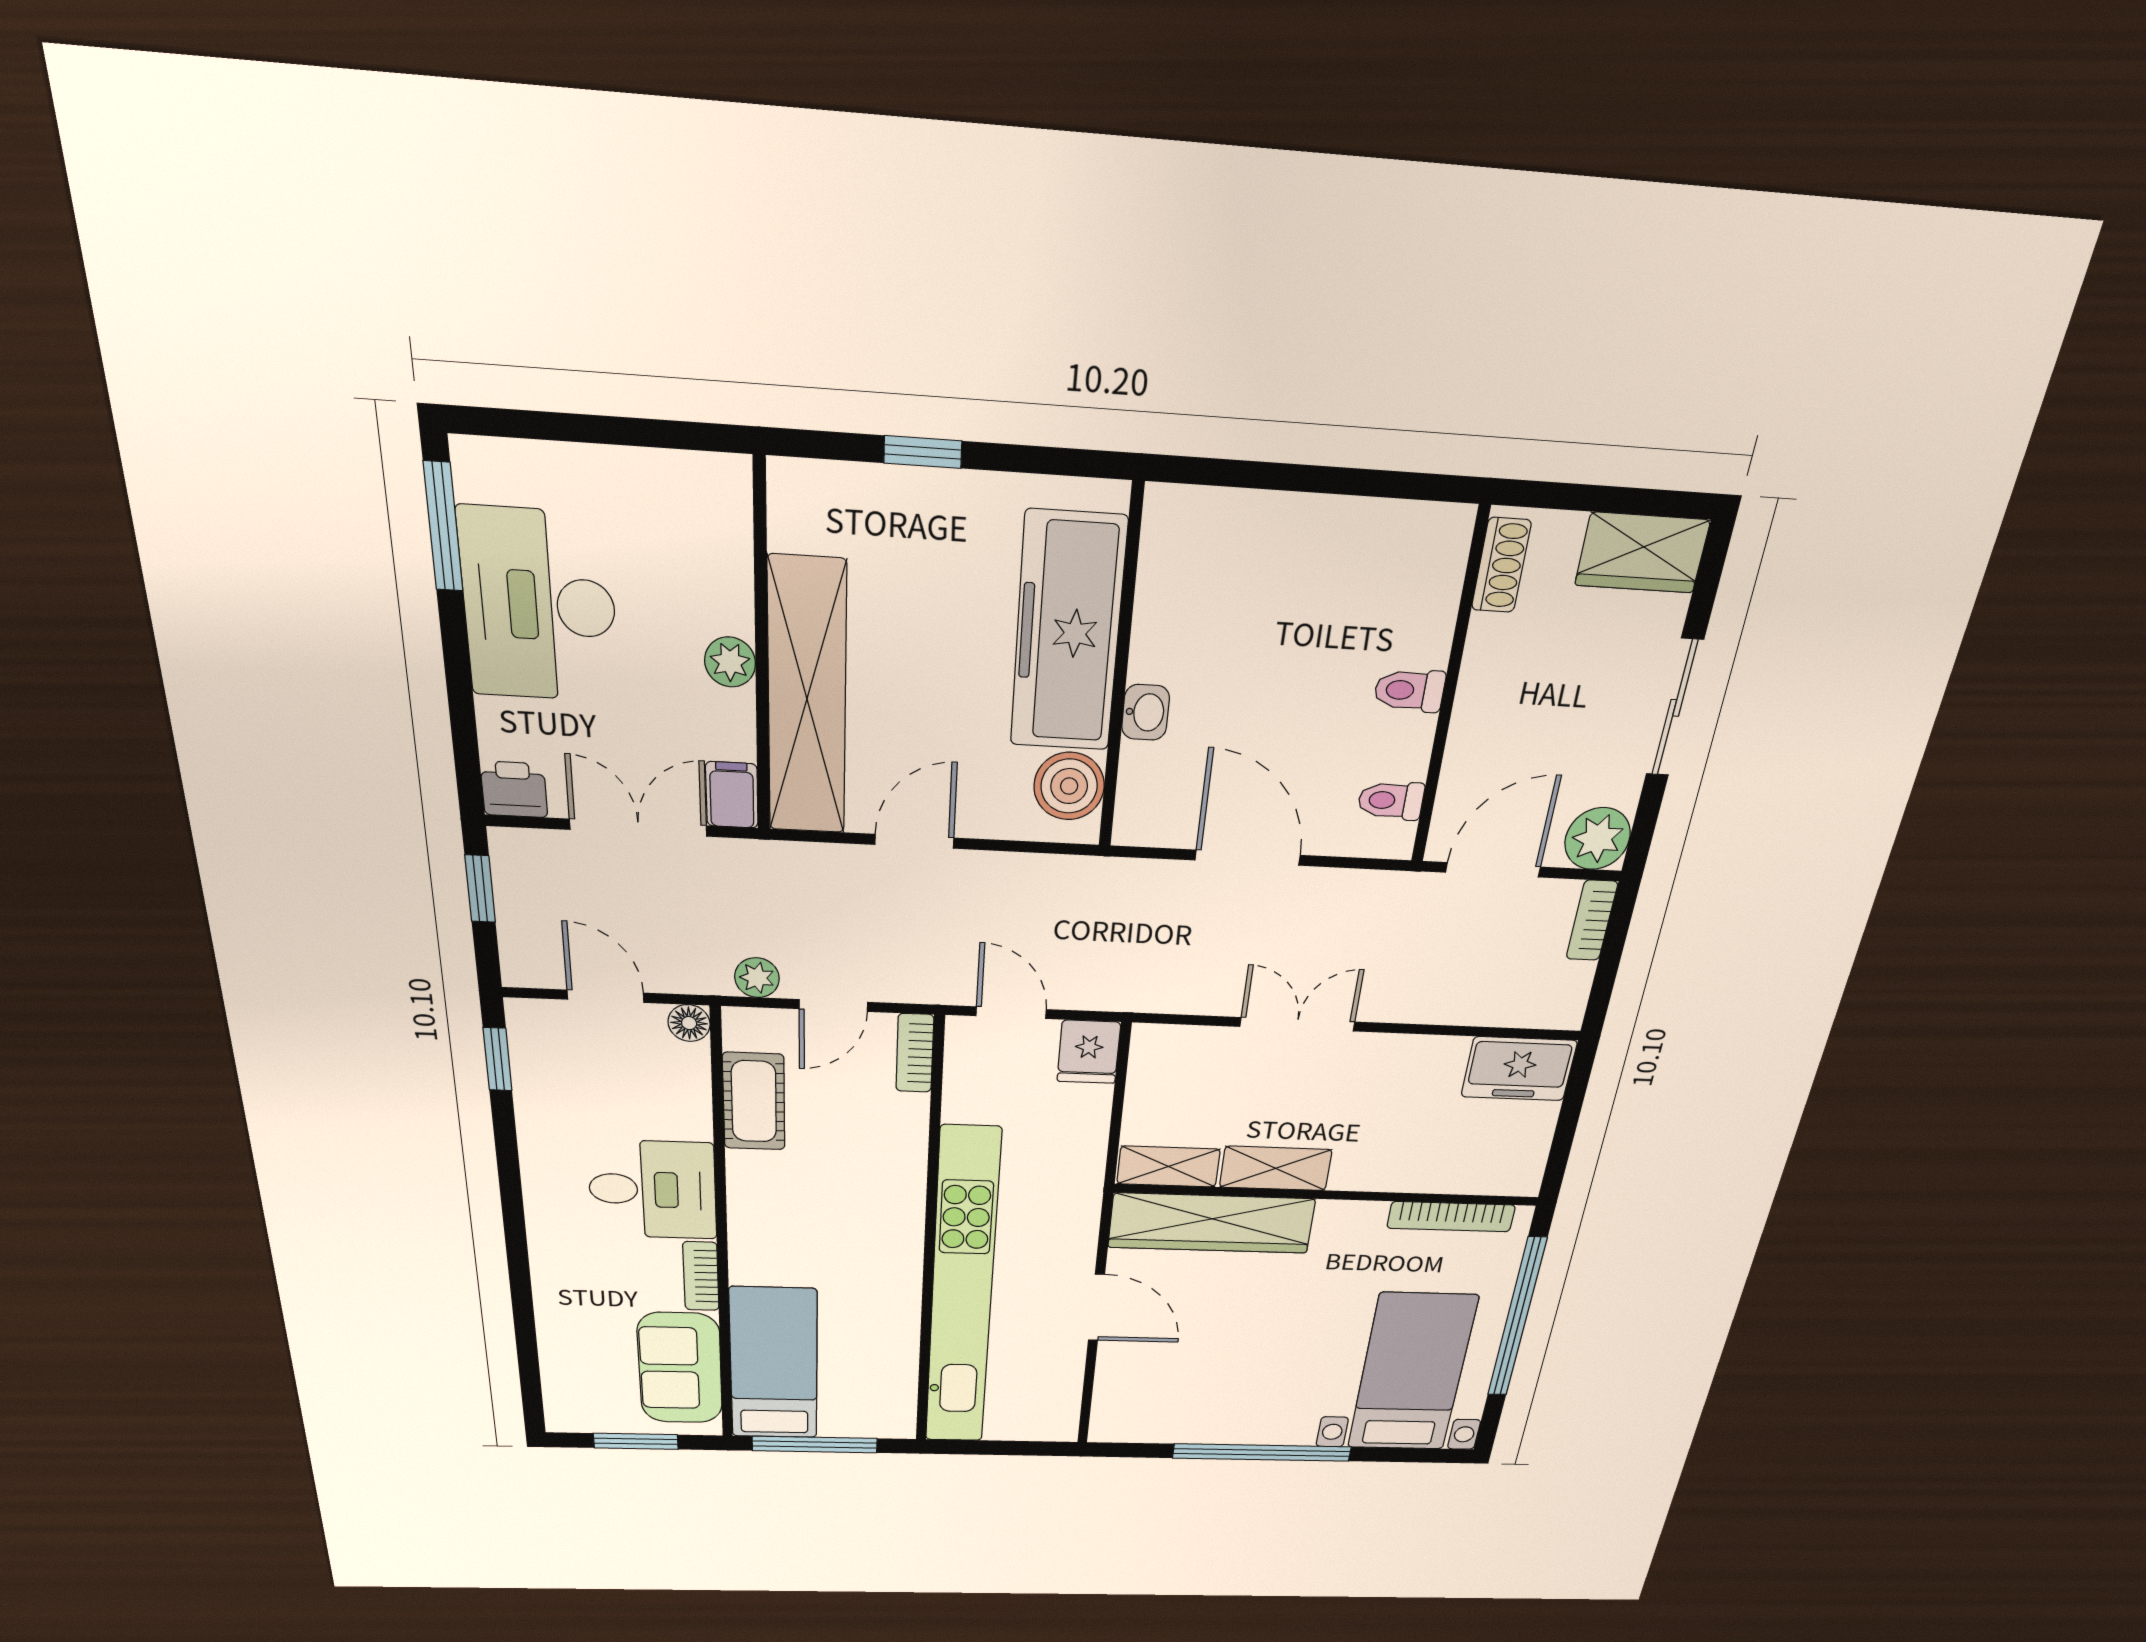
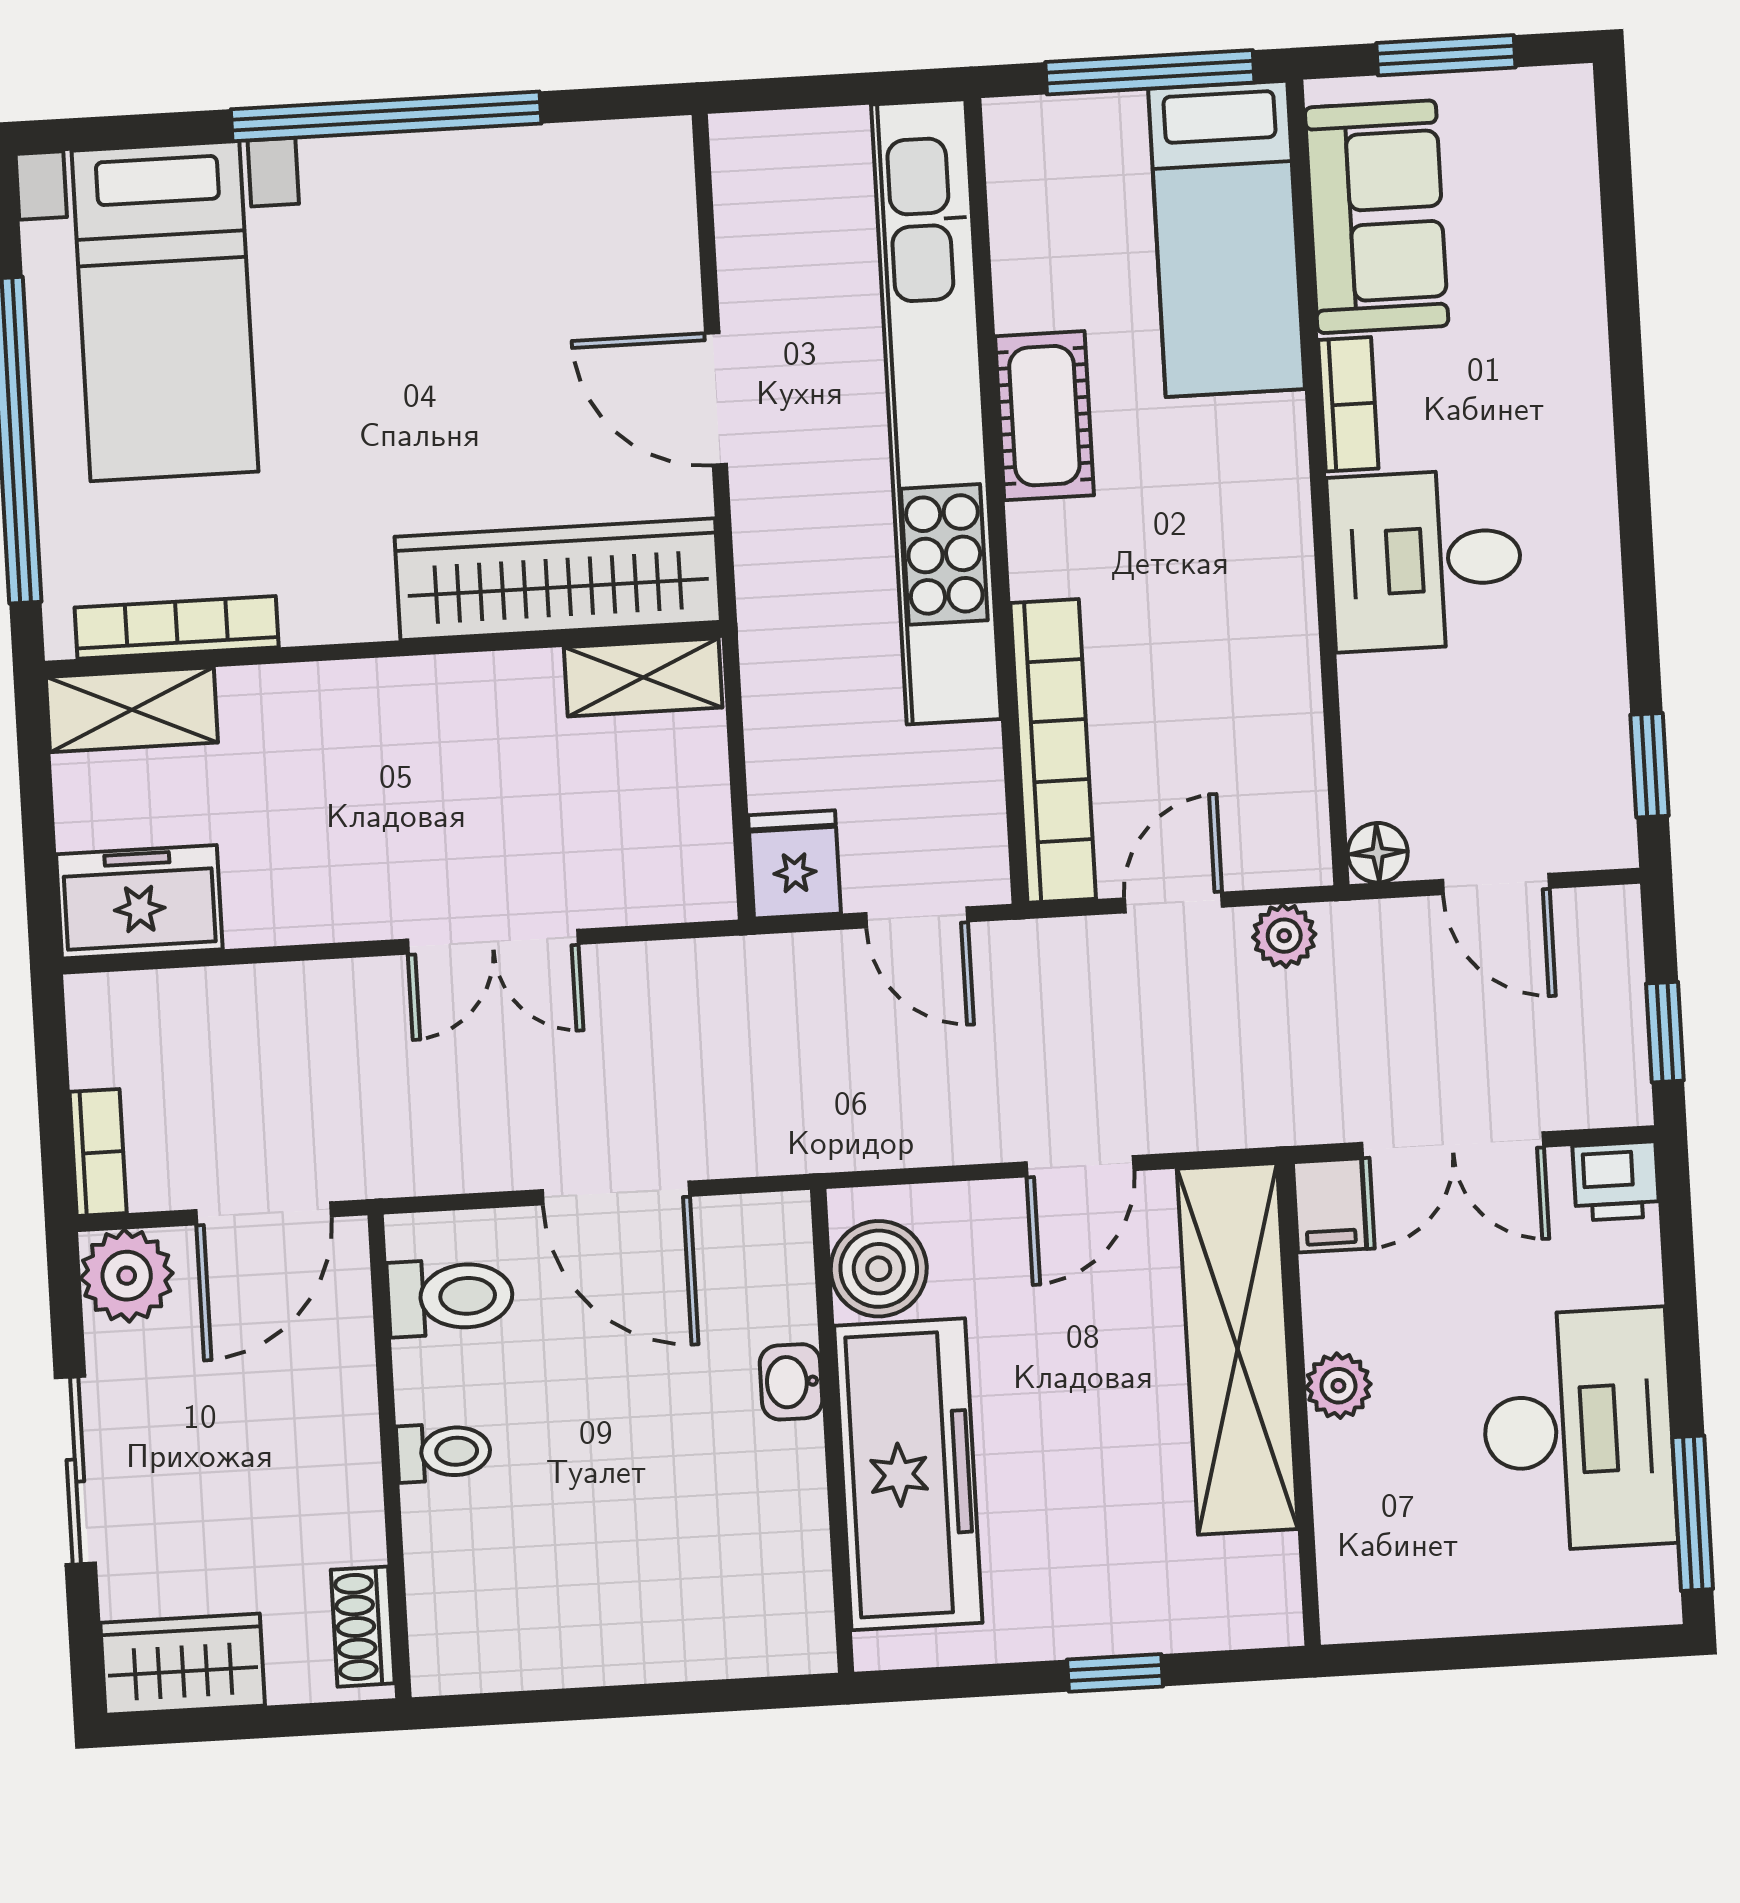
toilet: (1391, 801) -> (450, 1297), width x1.37, depth x1.39
bookcase: (915, 1053) -> (1053, 751), width x2.31, depth x1.31
cot: (754, 1101) -> (1044, 416), moved
shelving: (1276, 1168) -> (132, 710), moved

